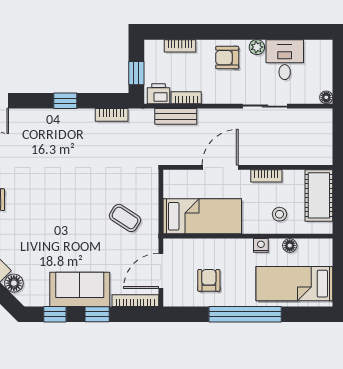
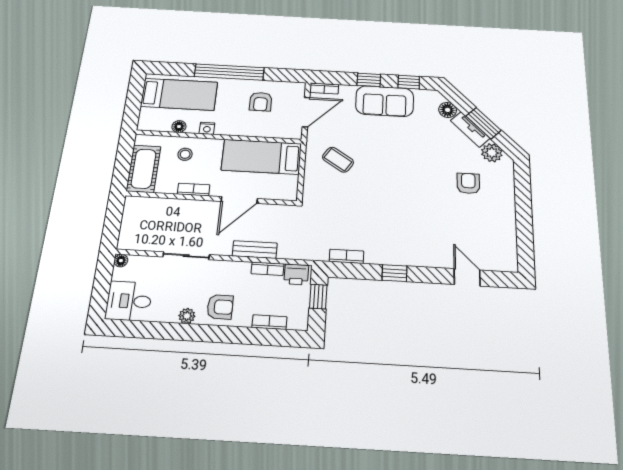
desk: (285, 60) -> (129, 301), moved, turned 90
bench: (176, 116) -> (255, 250), moved
bookcase: (135, 301) -> (324, 88), width x0.64

